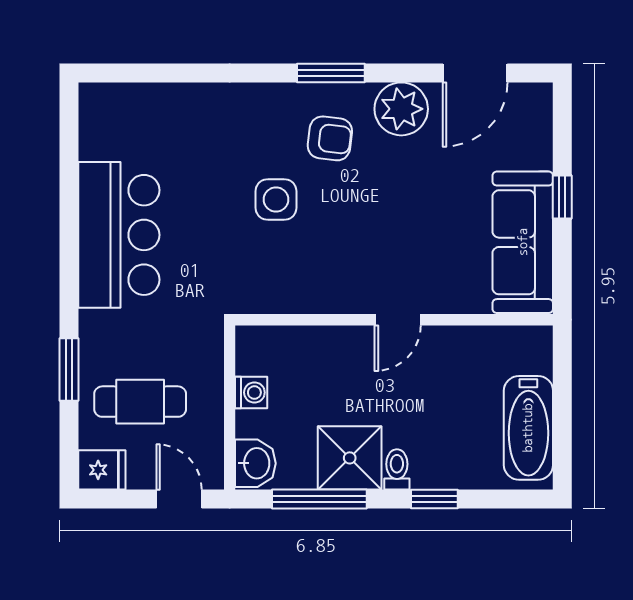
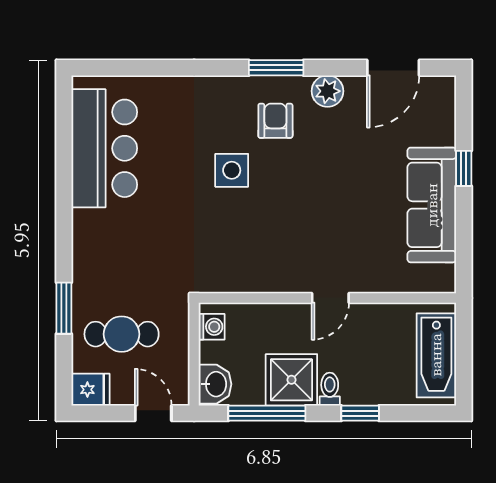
plant: (401, 109) -> (328, 91), width x0.73, depth x0.73
armchair: (330, 138) -> (275, 121), turned -97
bar counter: (119, 235) -> (104, 148), moved
wall: (394, 320) -> (327, 298), moved
door: (398, 320) -> (330, 298), moved

